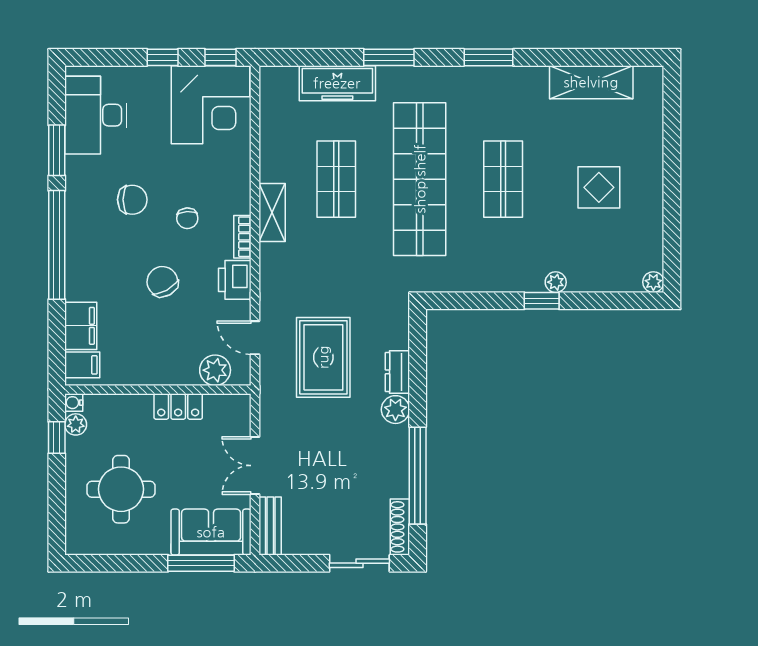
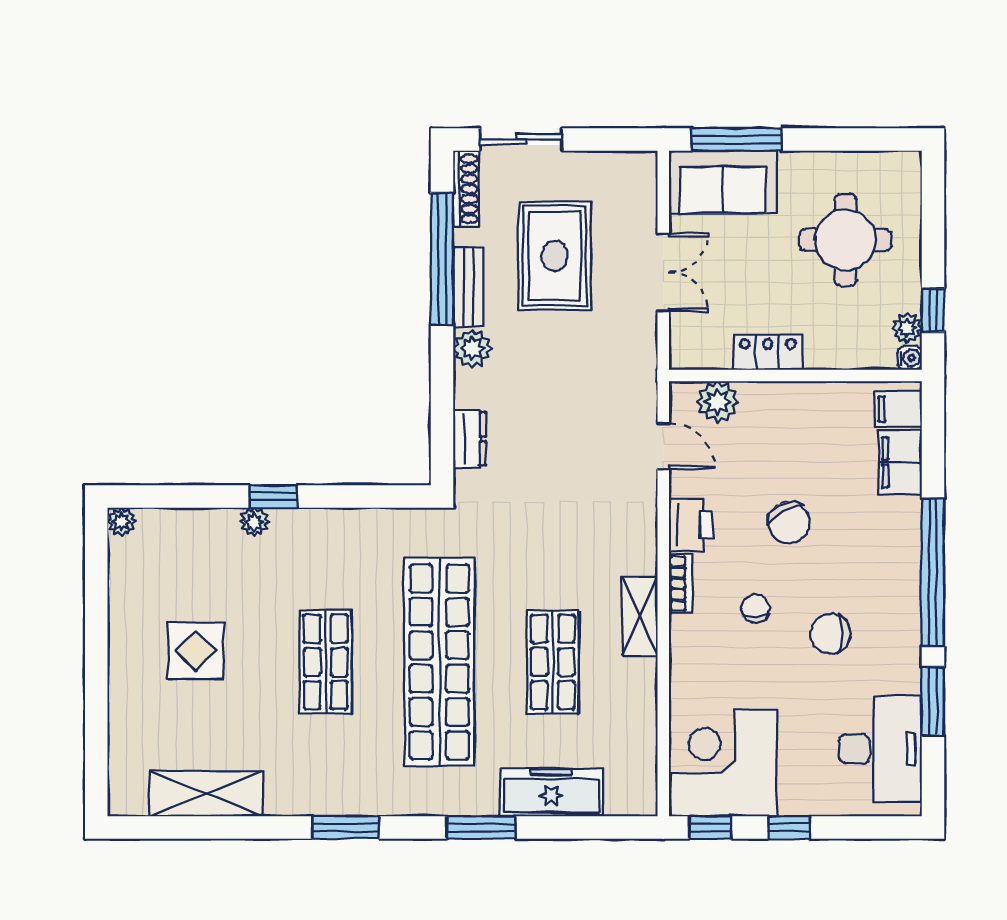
rug: (323, 357) -> (555, 256), moved
dresser: (397, 372) -> (470, 439), moved
bench: (270, 526) -> (468, 287), moved

